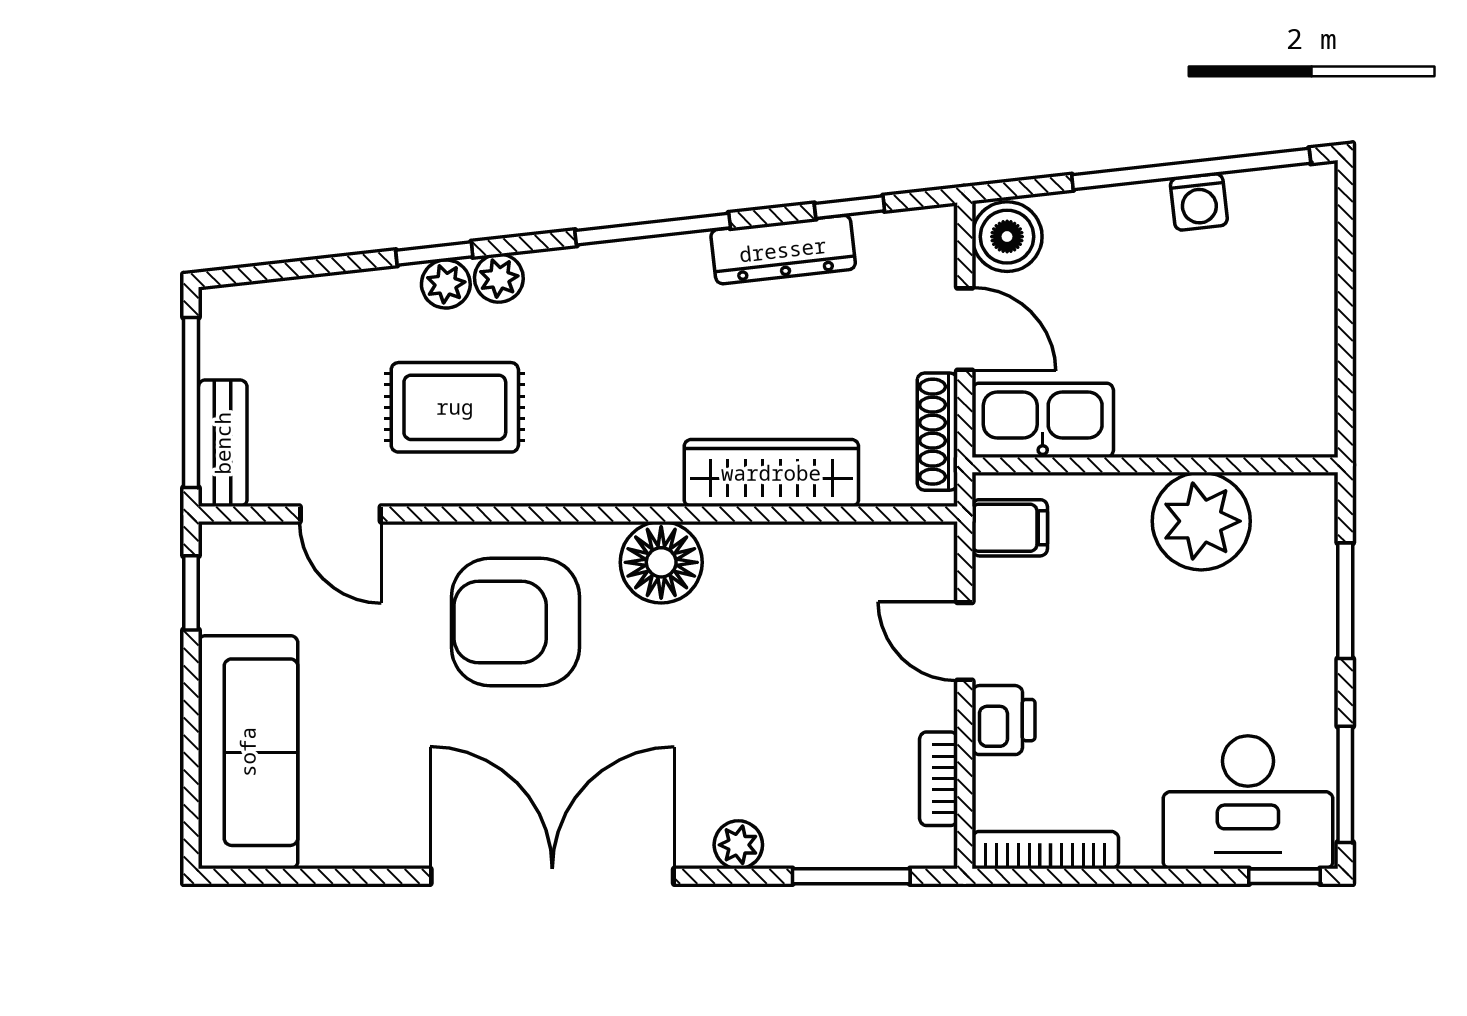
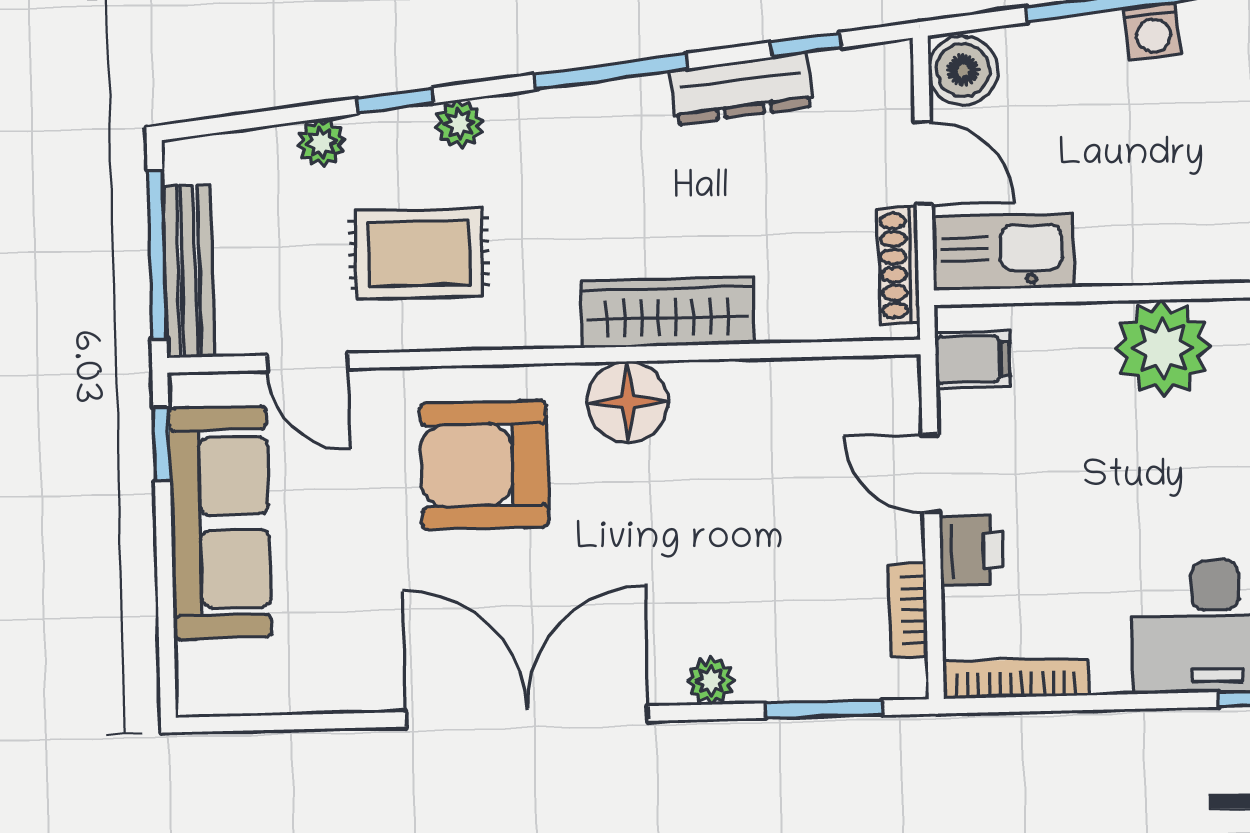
plant: (446, 284) -> (321, 143), moved
bench: (223, 443) -> (189, 272), width x1.36
wardrobe: (771, 473) -> (667, 312), moved
sofa: (248, 752) -> (220, 523), moved

